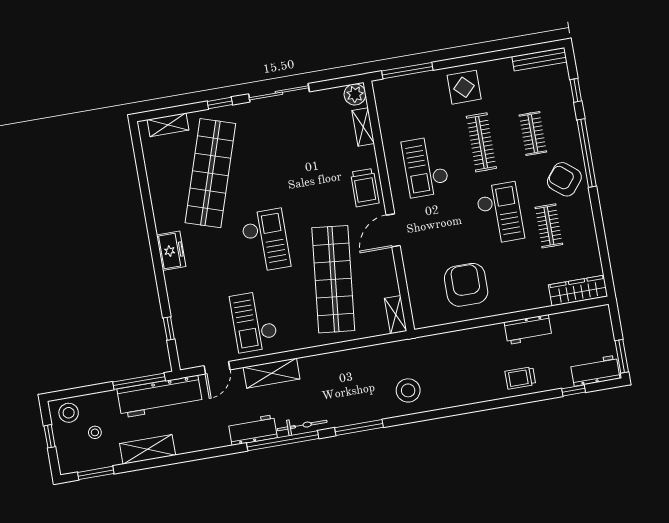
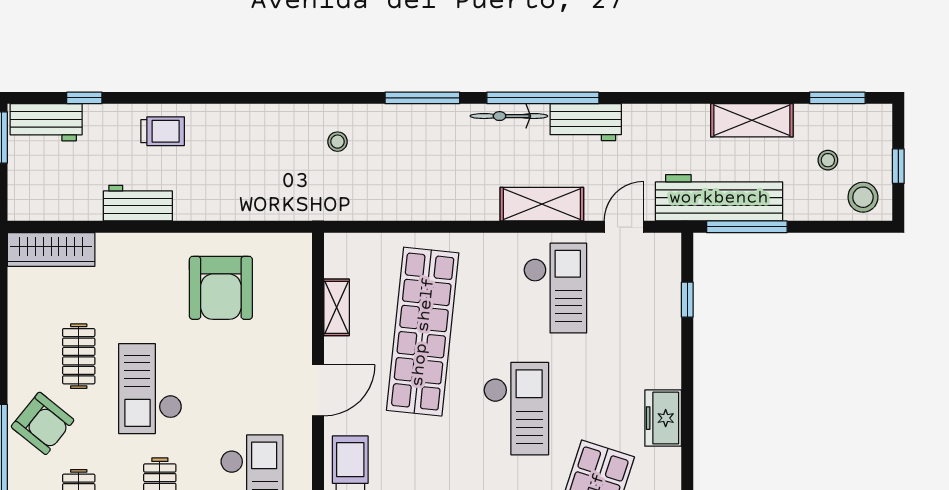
checkout: (266, 241) -> (516, 409), turned 180
shelving: (396, 315) -> (337, 307), moved
stool: (408, 390) -> (338, 142), width x0.53, depth x0.53

